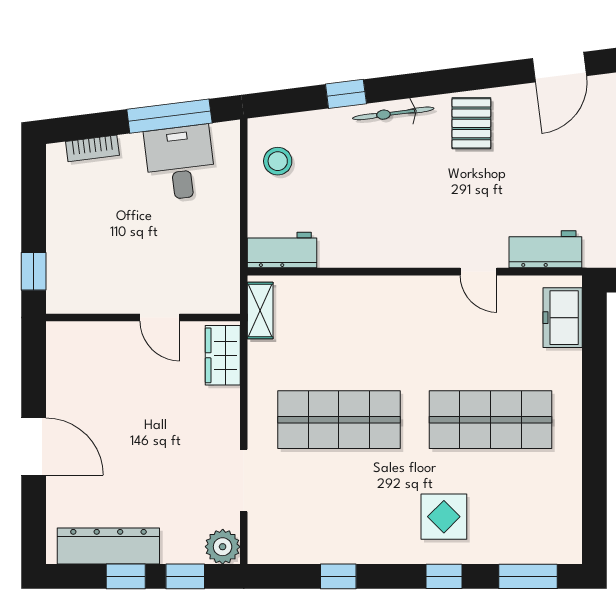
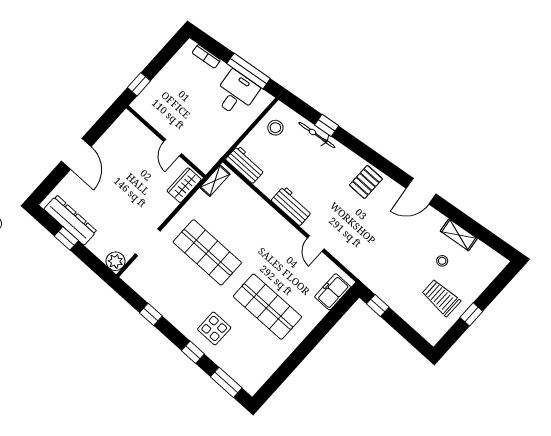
bicycle: (393, 113) -> (317, 135), moved
workbench: (545, 249) -> (292, 206), moved
window: (185, 576) -> (90, 260), removed

